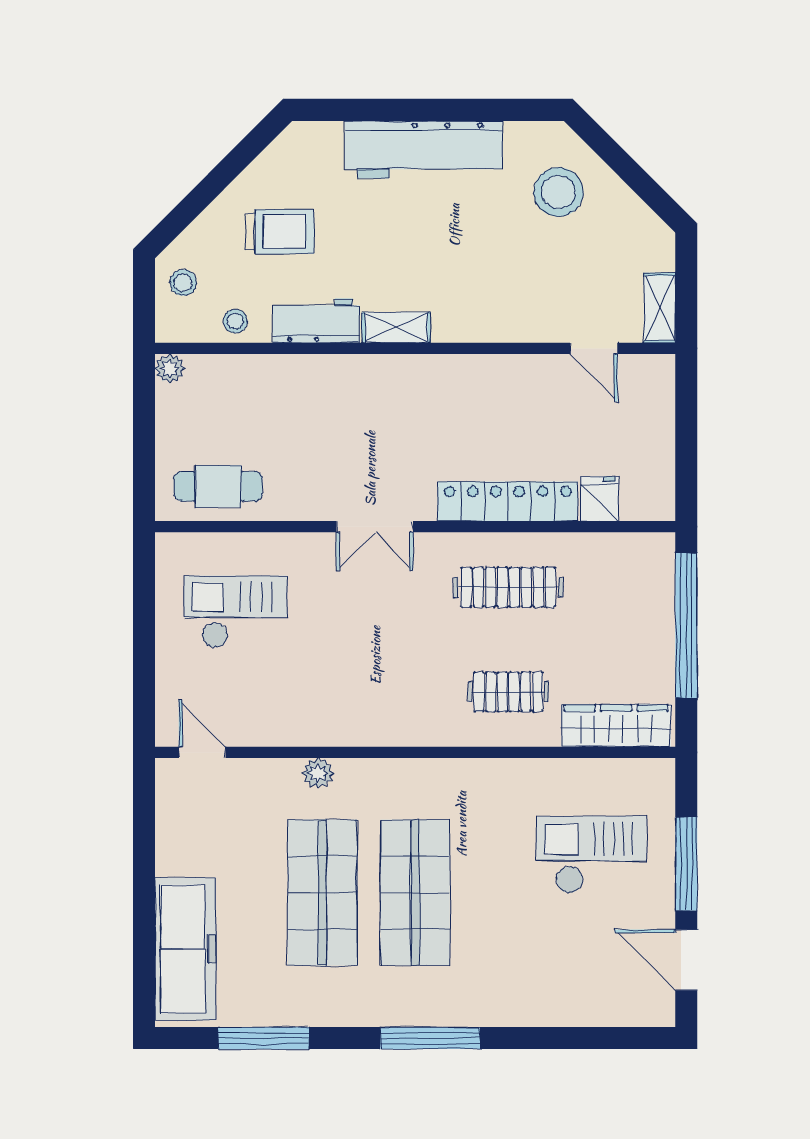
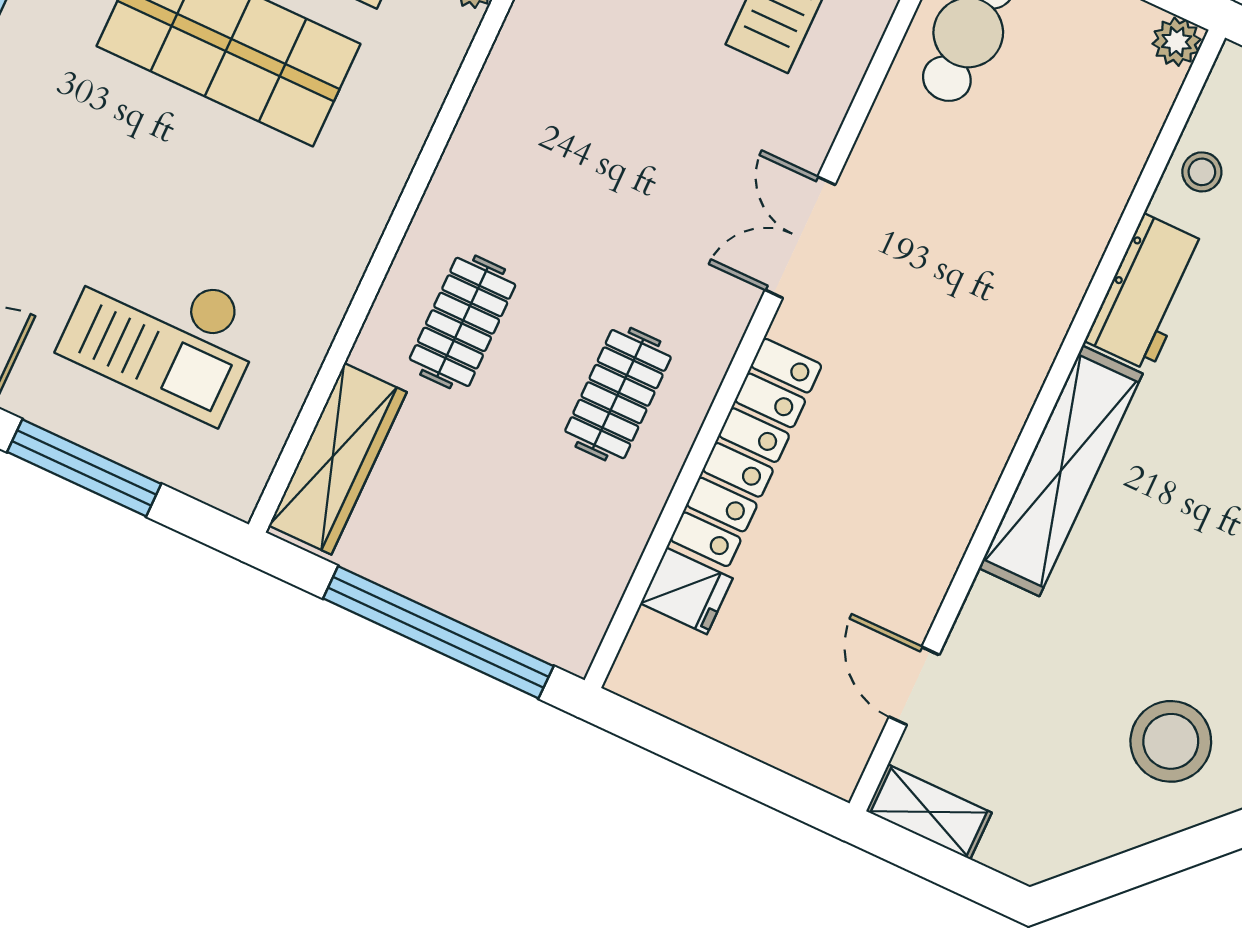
shelving: (396, 328) -> (1061, 471), width x2.20, depth x1.33
door: (594, 348) -> (914, 686), hinge flipped
clothes rail: (508, 587) -> (618, 394), width x0.73
checkout: (591, 855) -> (163, 333), turned 90

